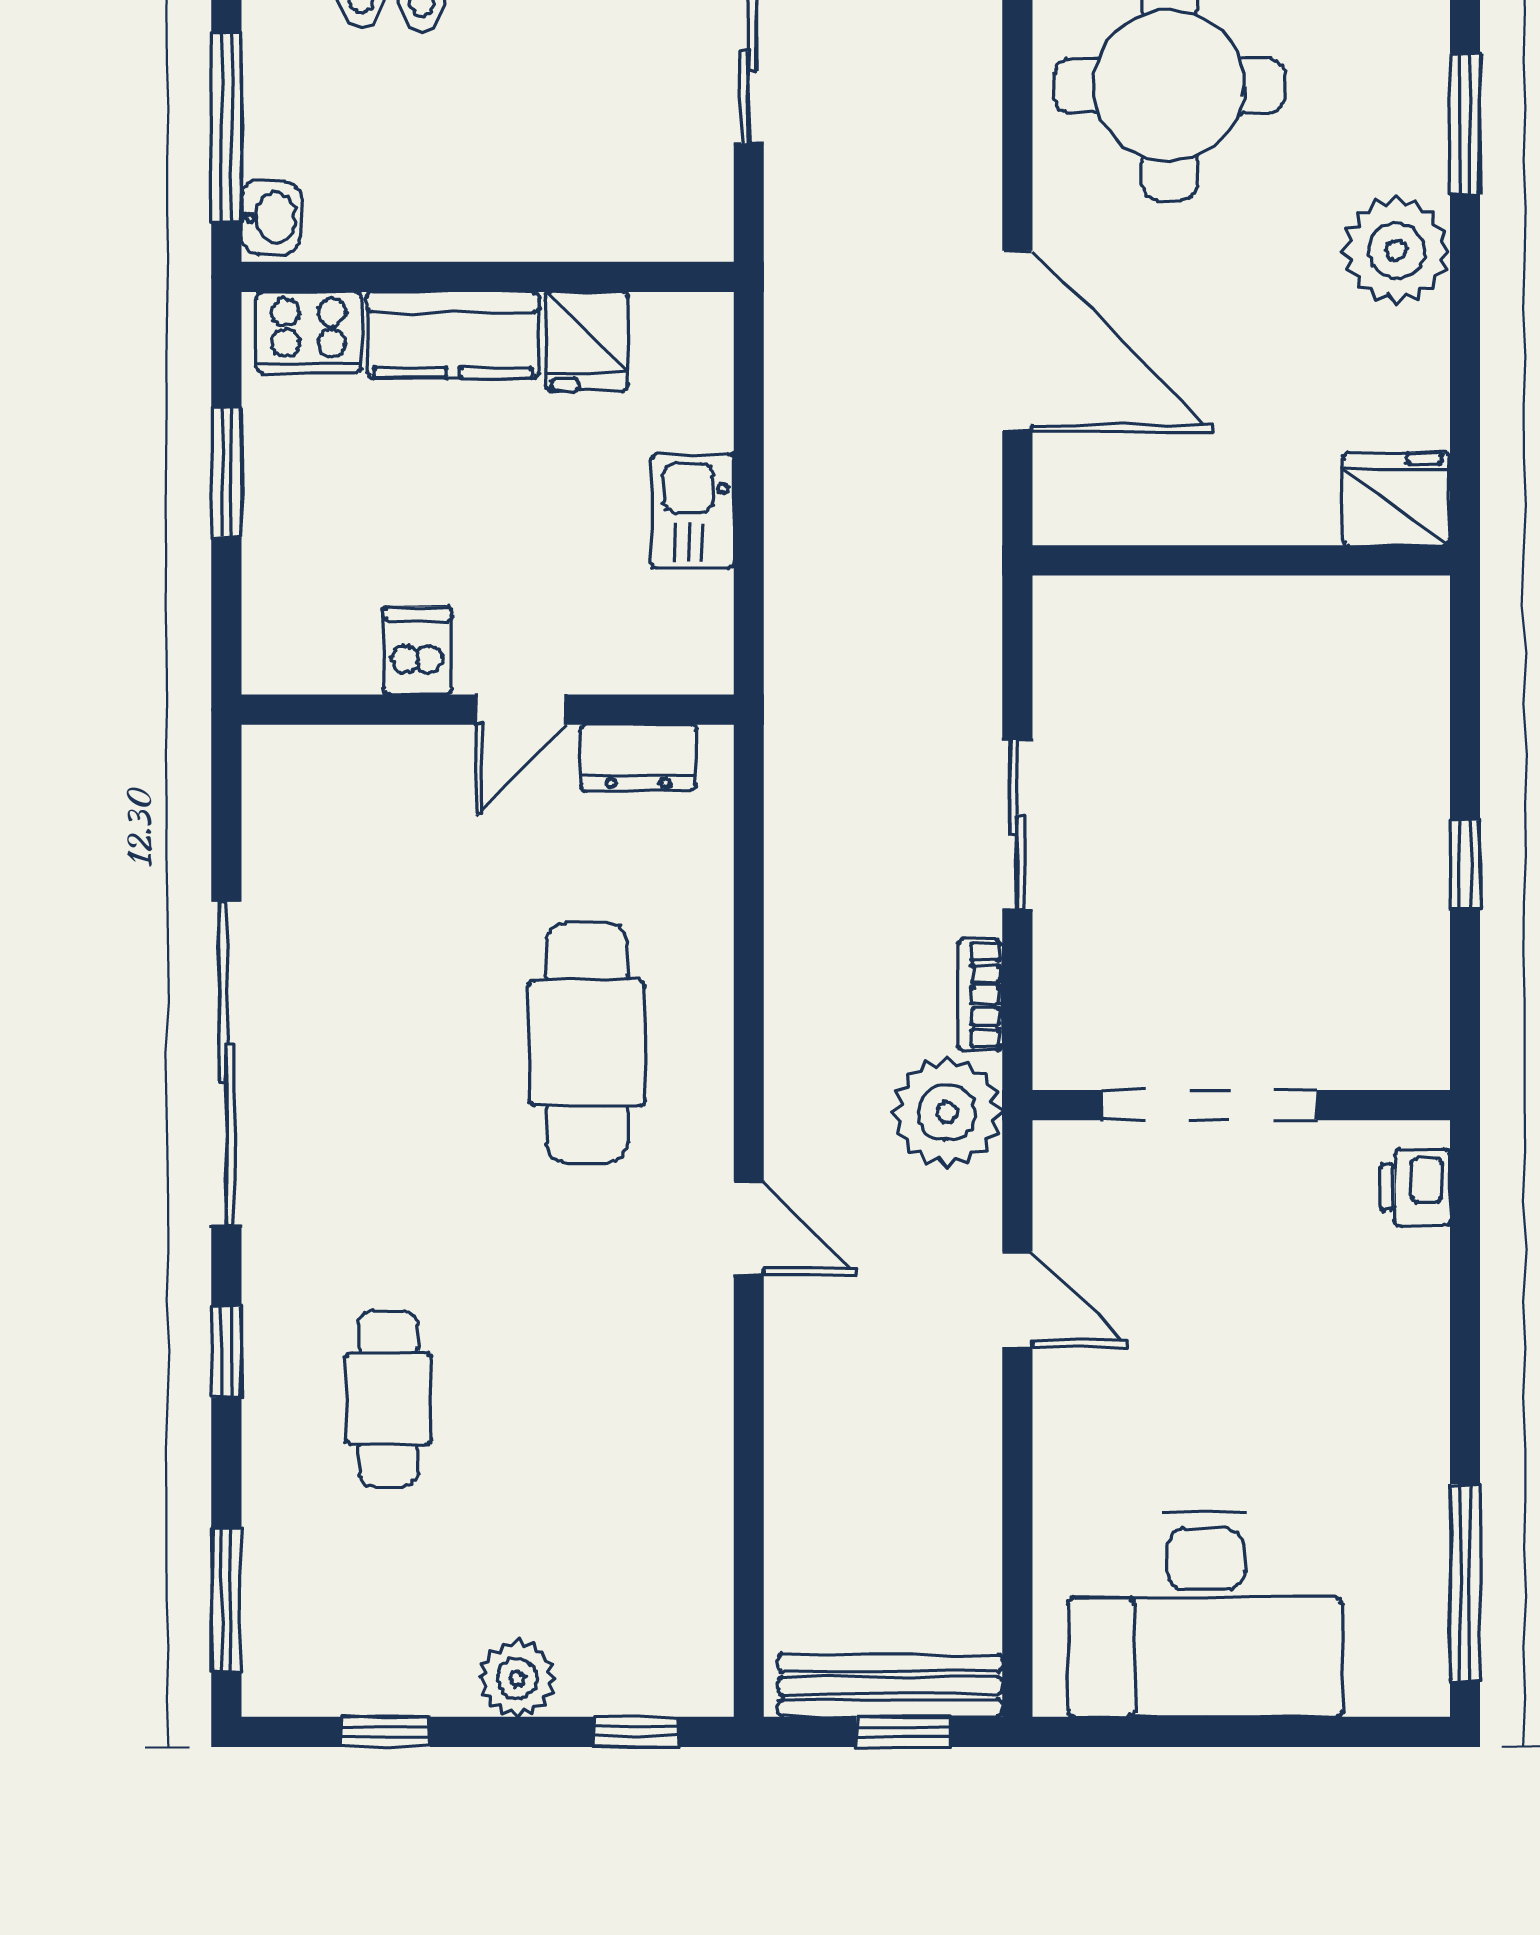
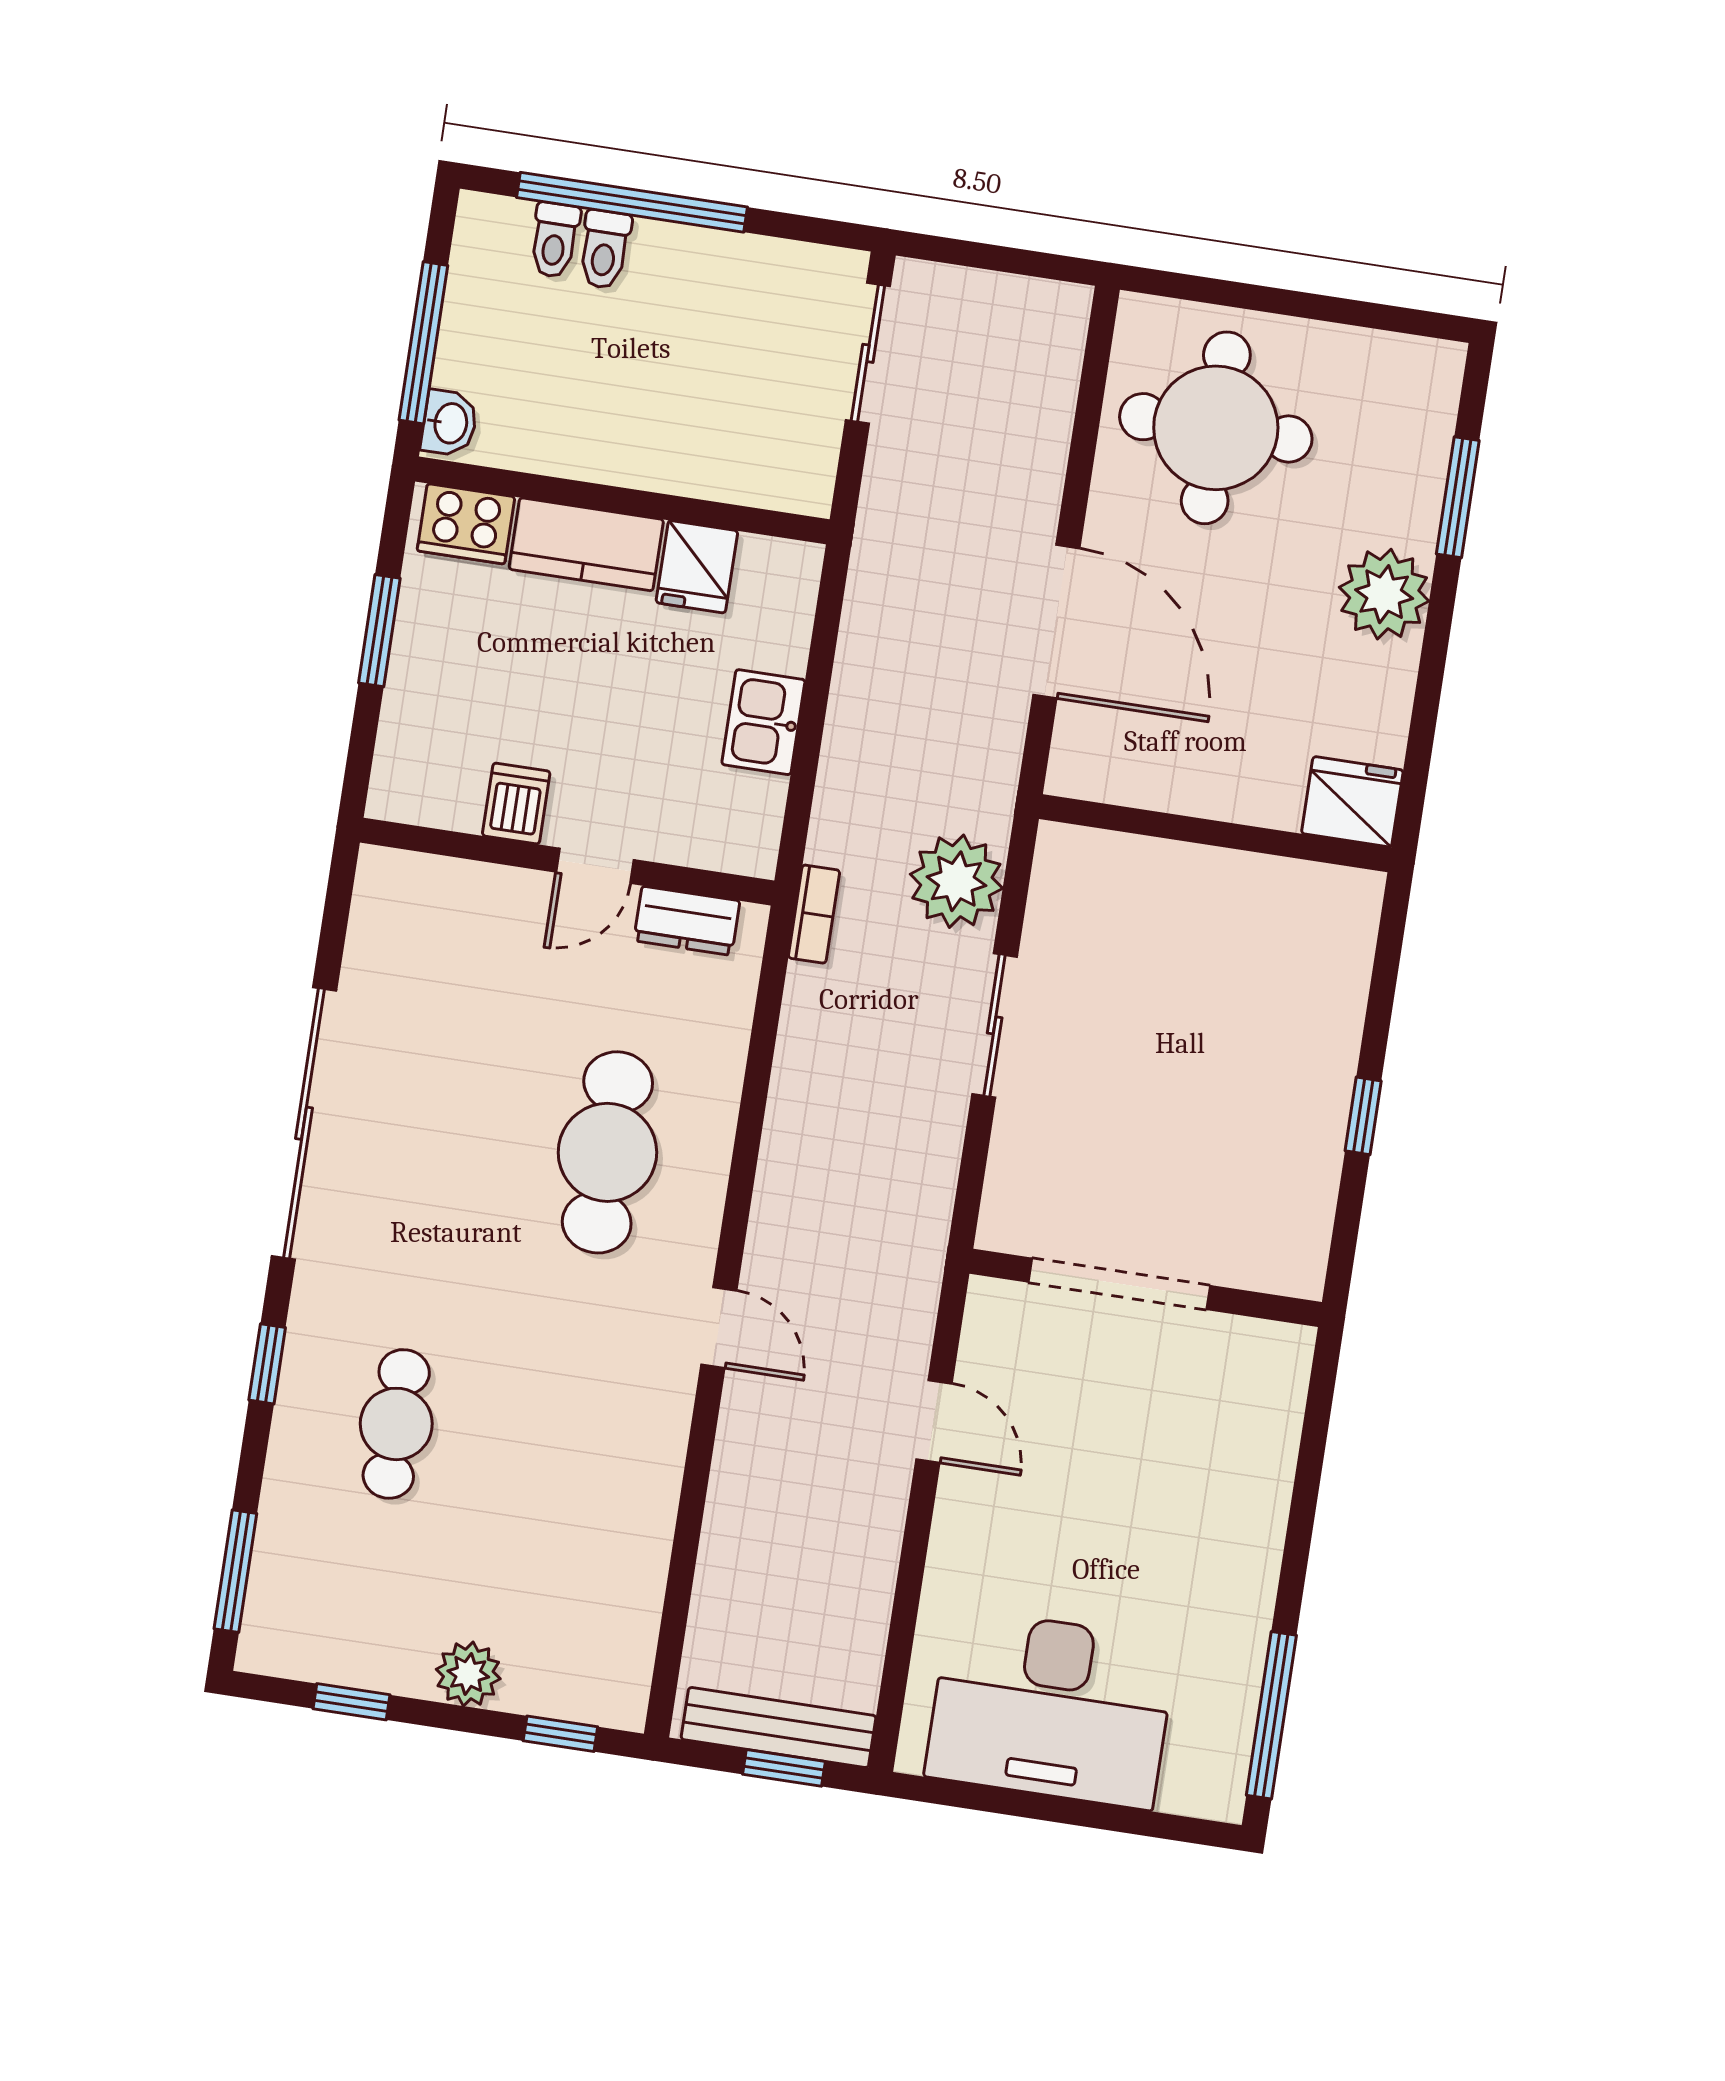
bookcase: (980, 995) -> (814, 914), moved, turned 180
plant: (947, 1112) -> (956, 881), moved
printer: (1415, 1187) -> (1280, 1379), removed

